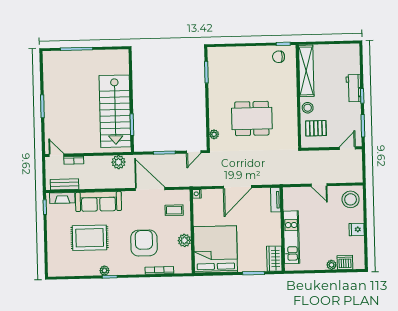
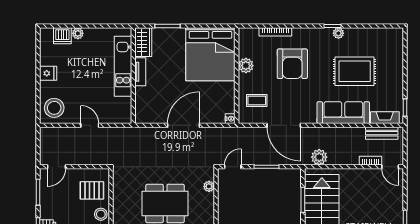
tv unit: (276, 200) -> (140, 72), moved

